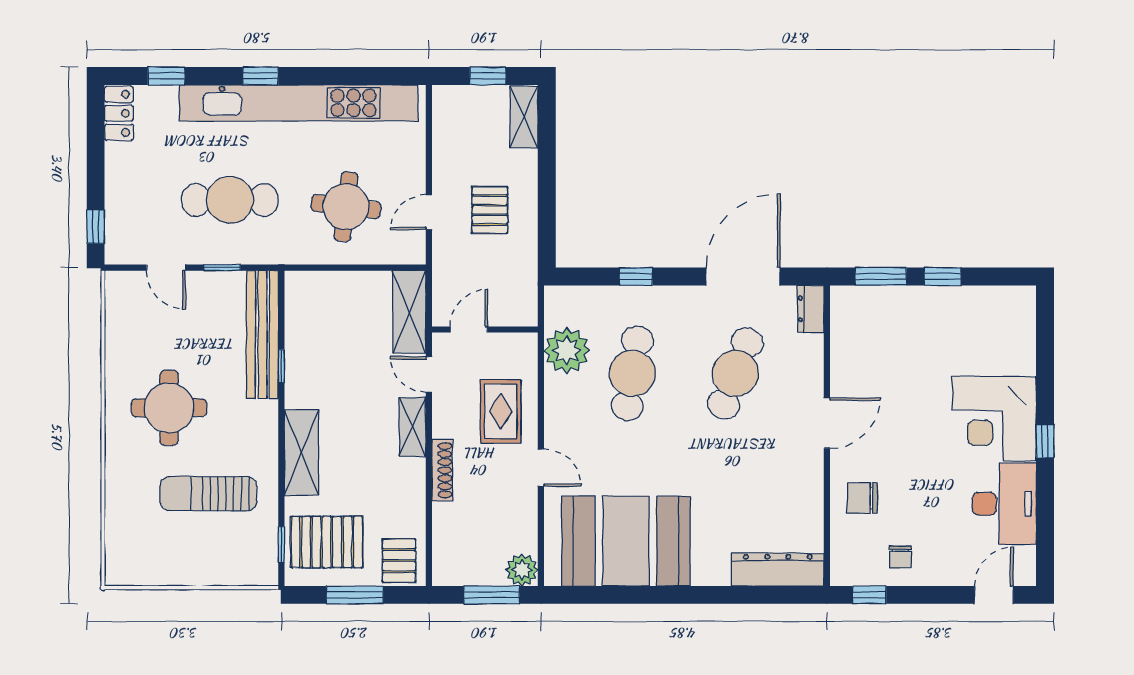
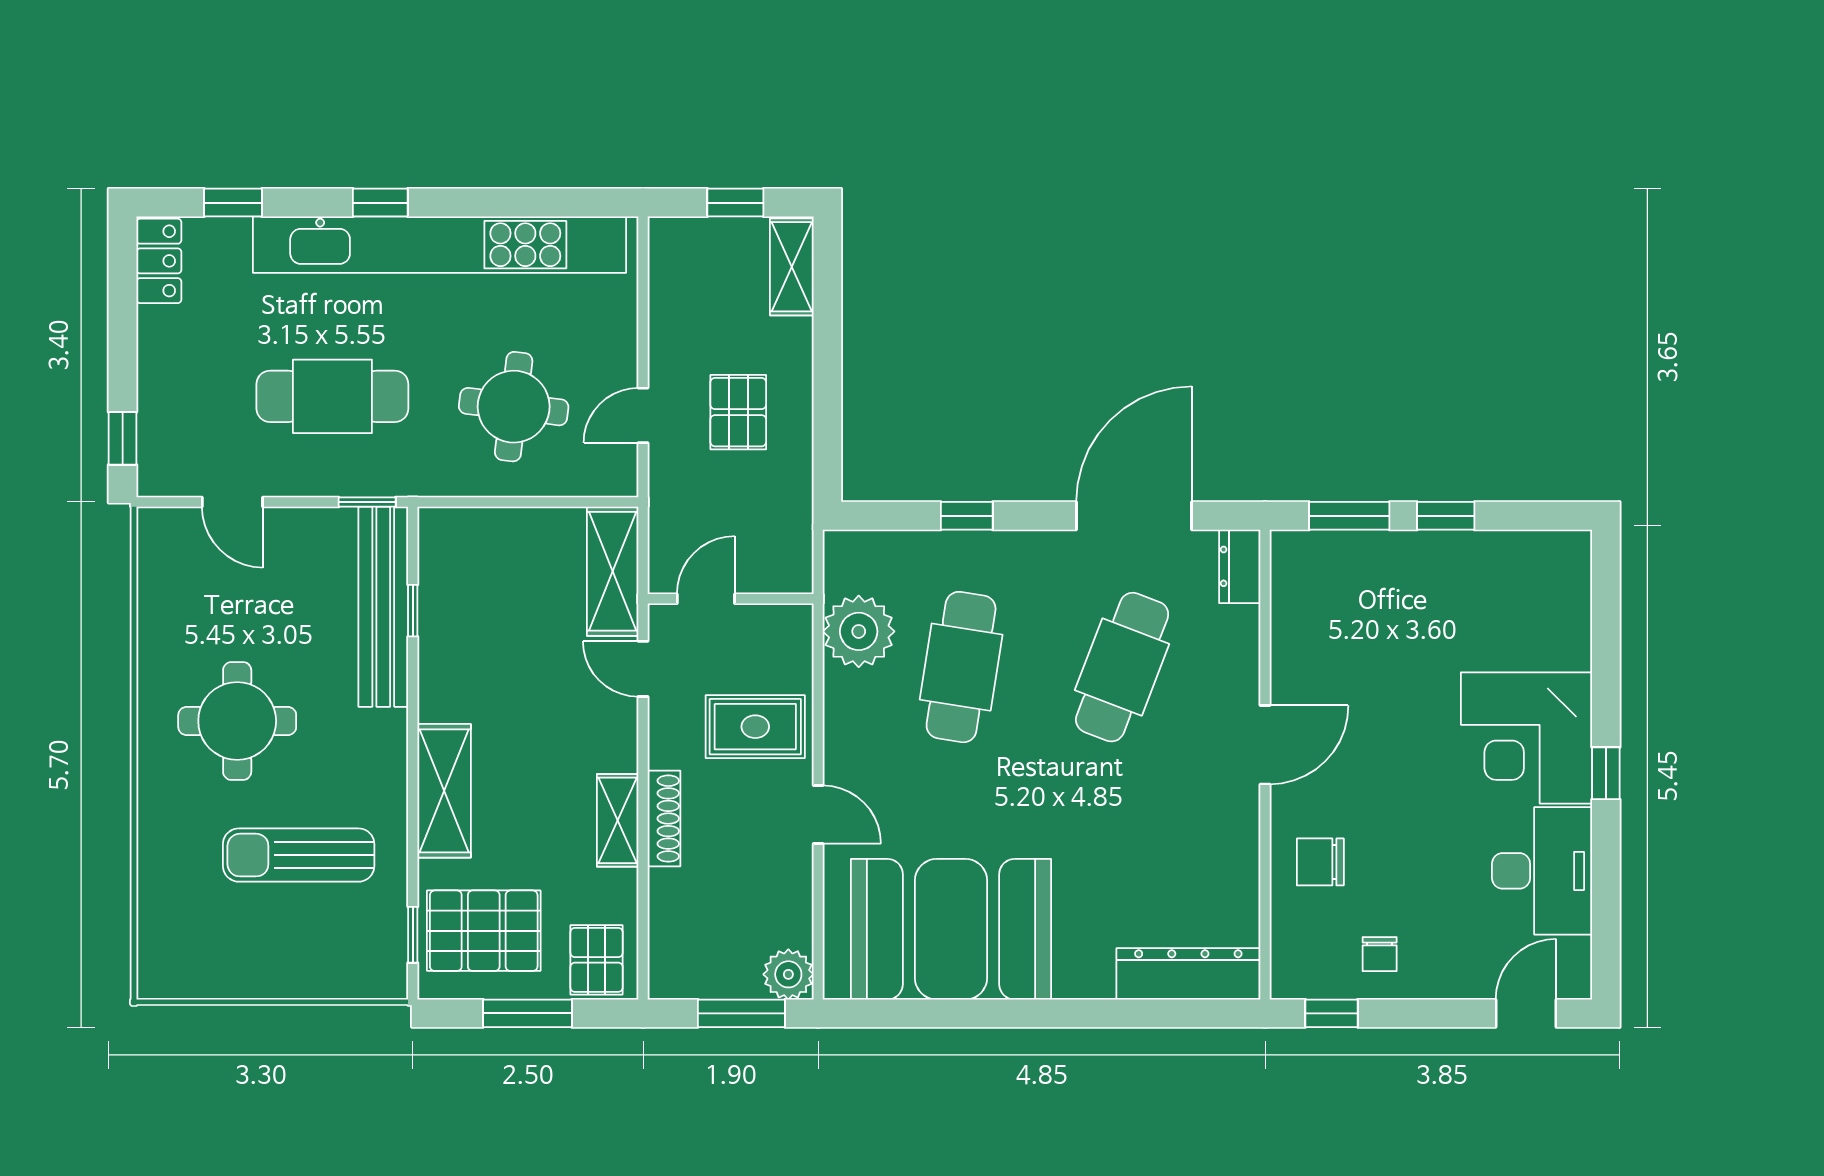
window: (222, 268) -> (367, 502), moved
window: (281, 366) -> (413, 611), moved
rug: (501, 411) -> (755, 727), turned 90
shelving: (413, 427) -> (618, 820), moved

